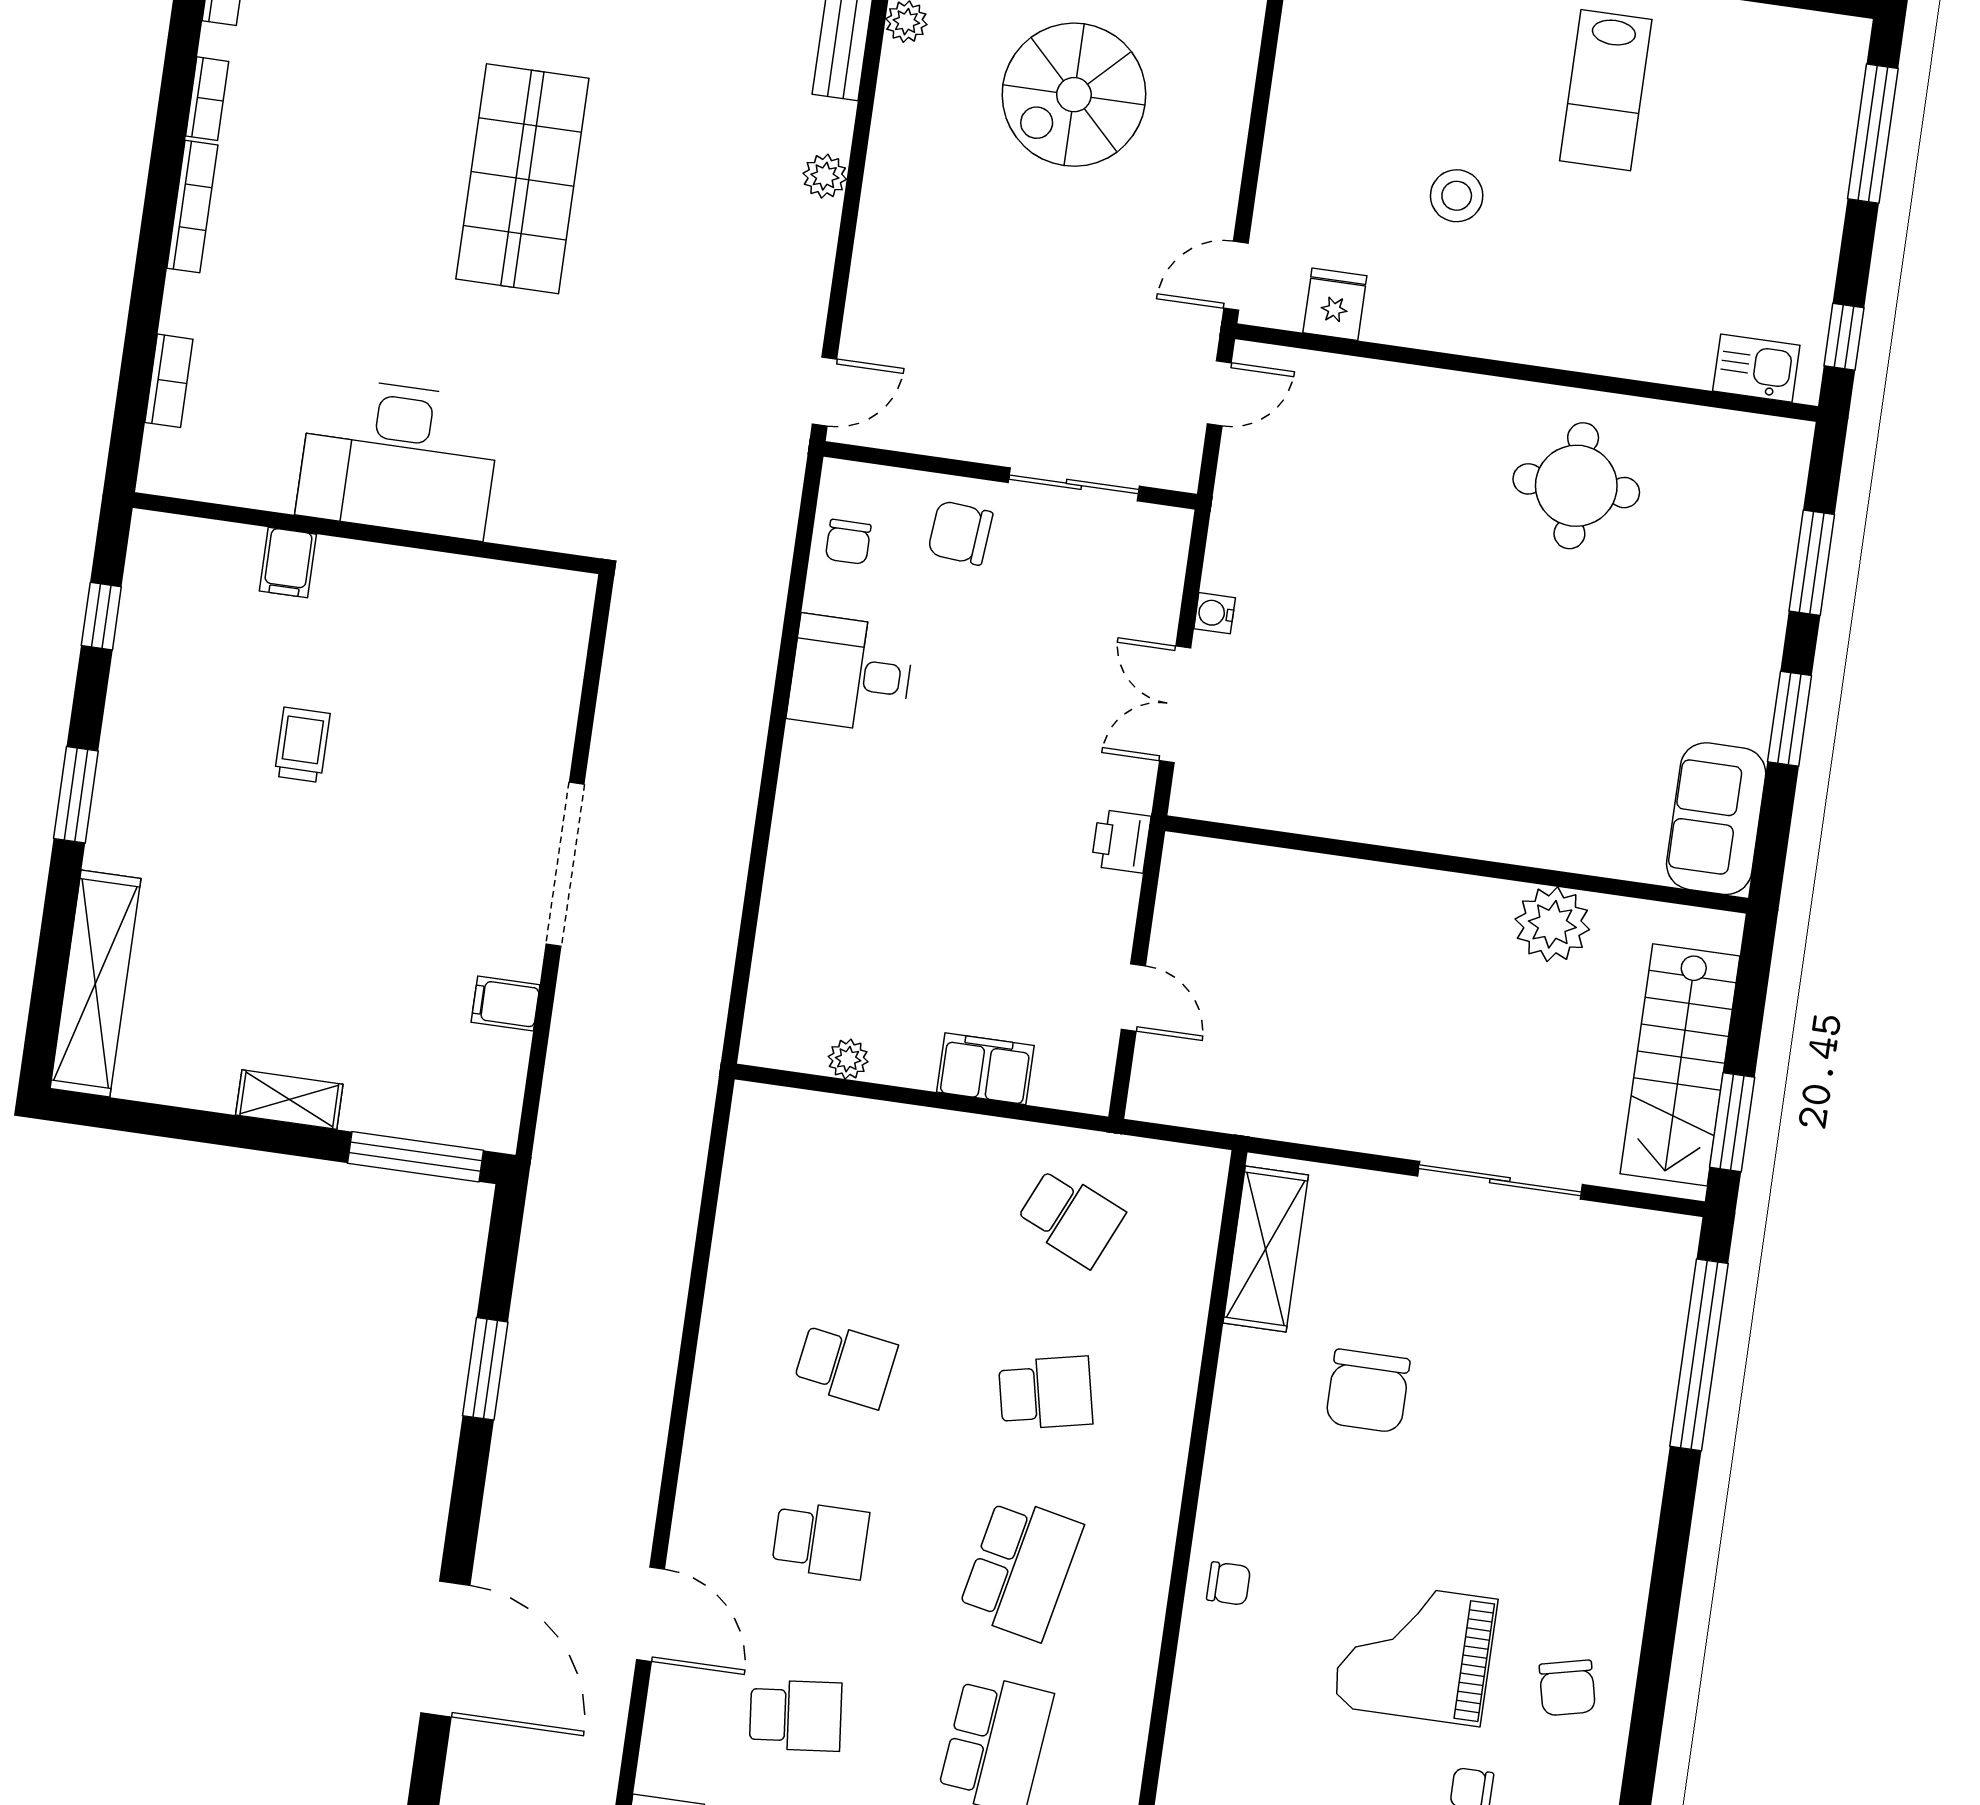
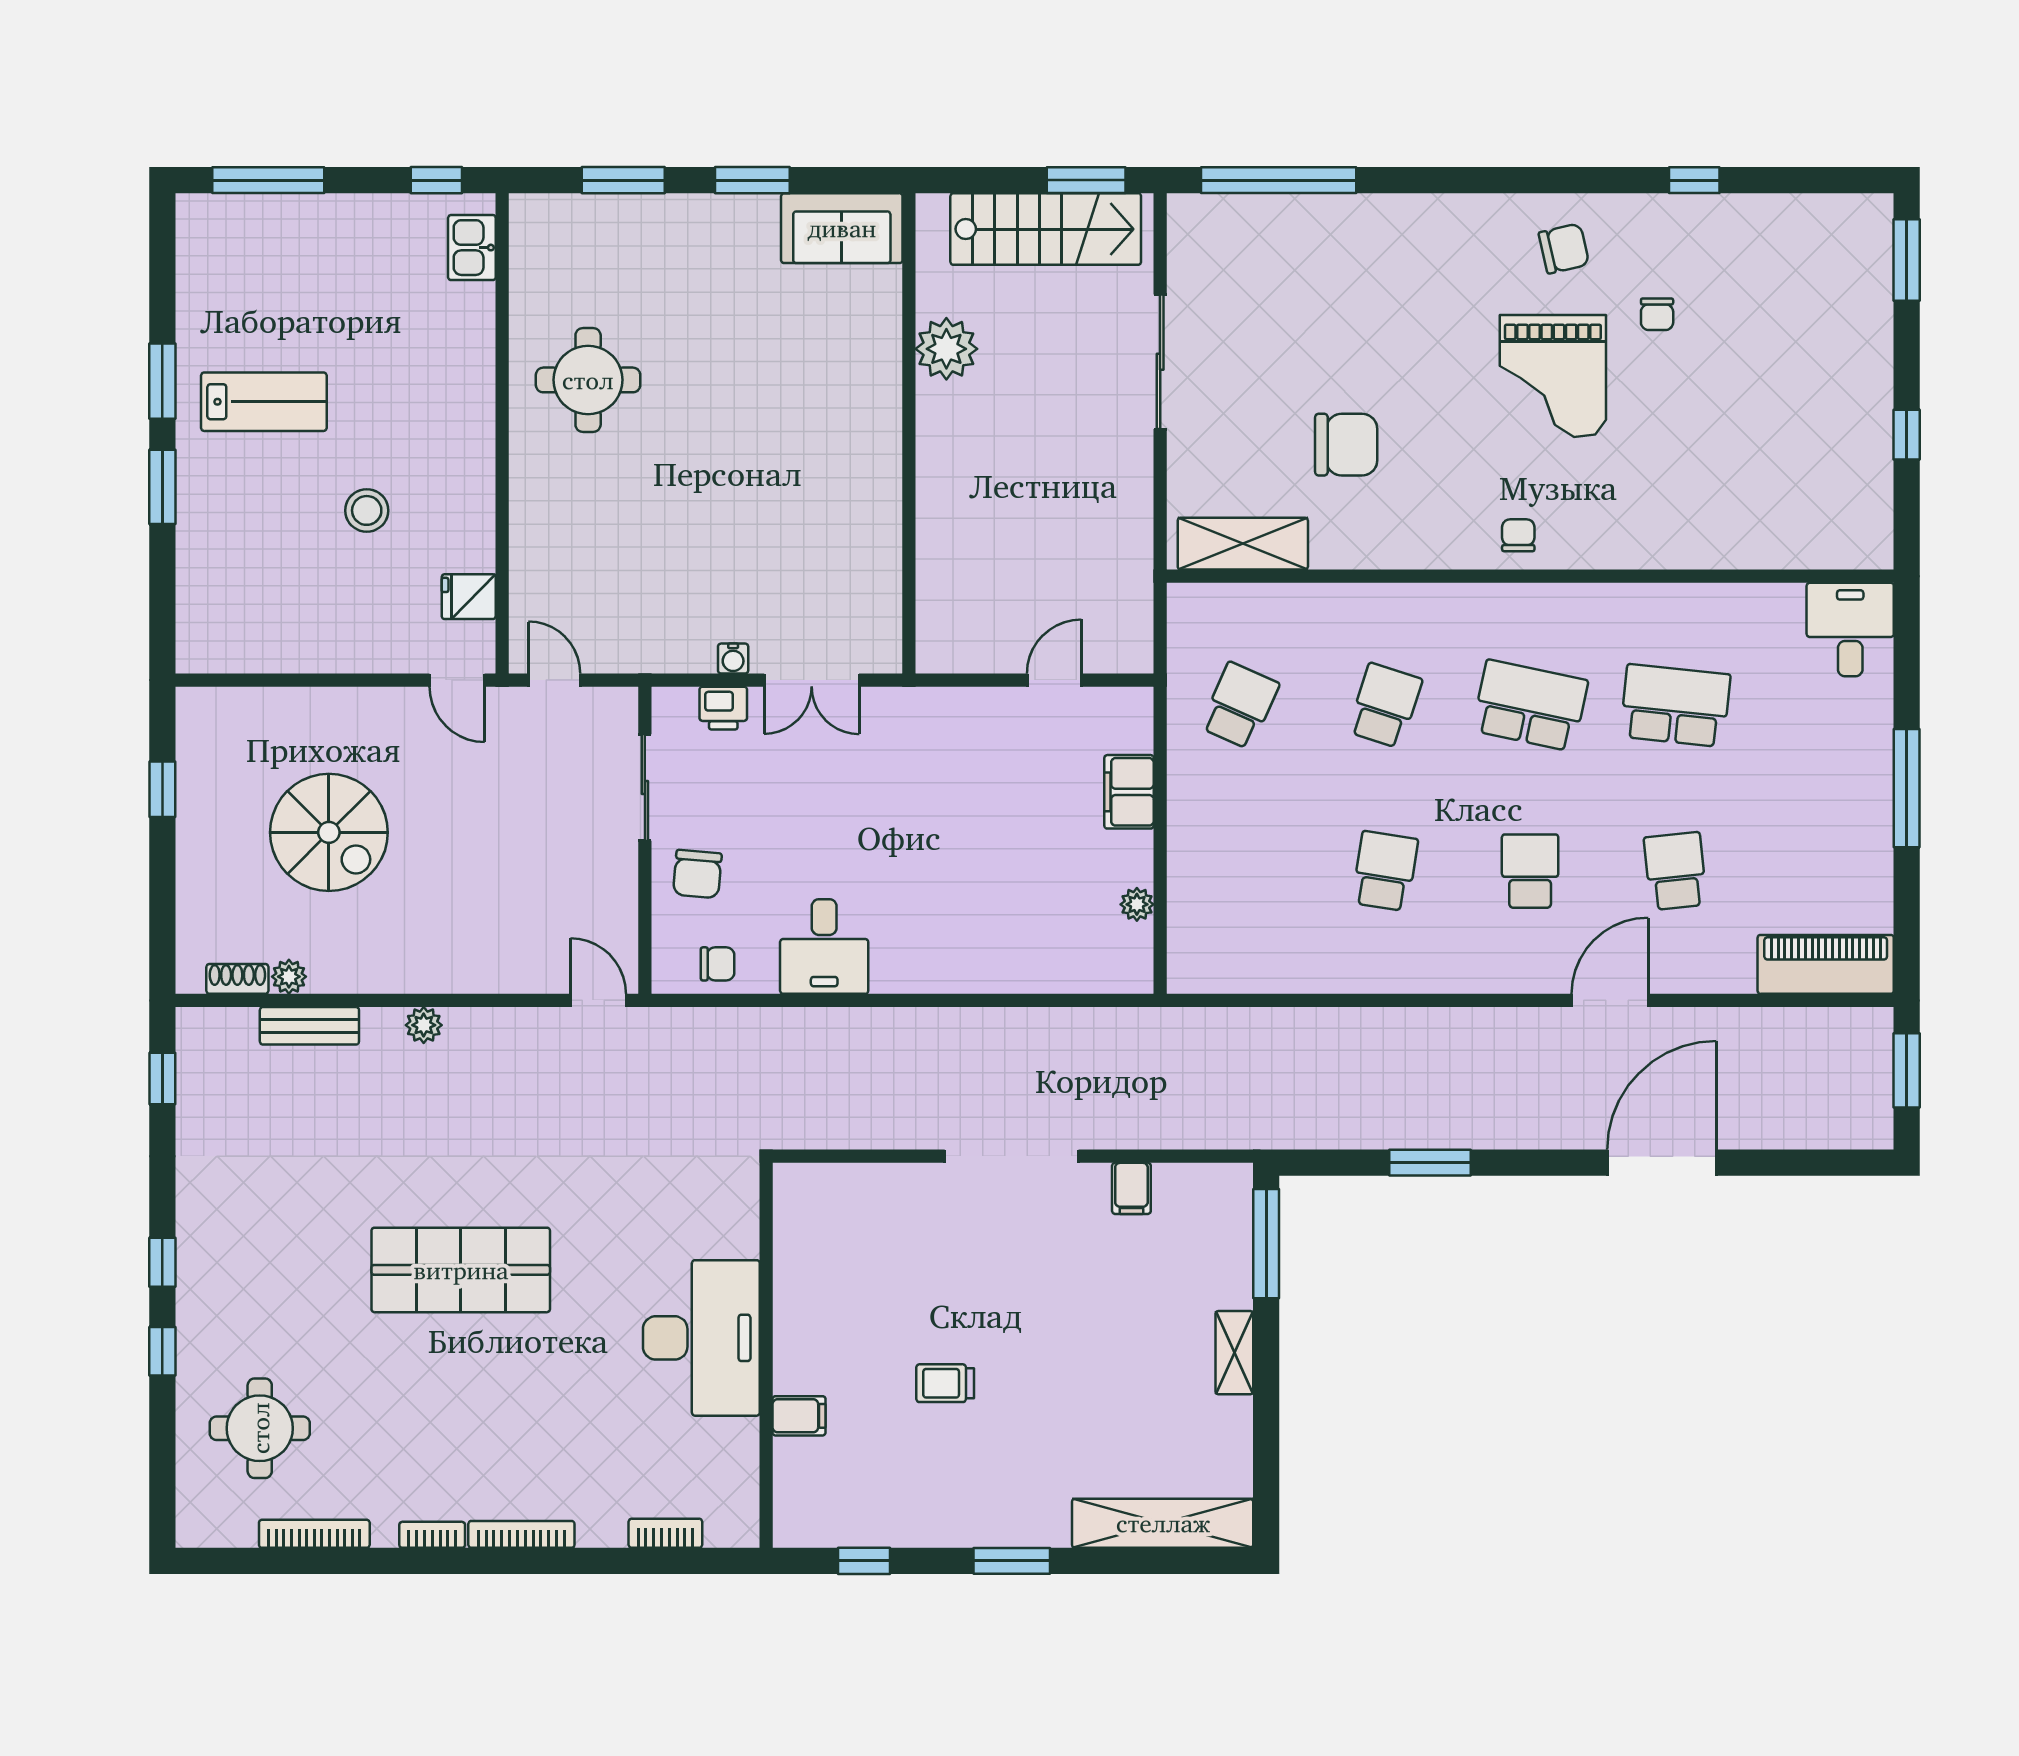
printer: (1121, 841) -> (723, 708), moved
school desk: (1046, 1393) -> (1385, 706), turned 30

